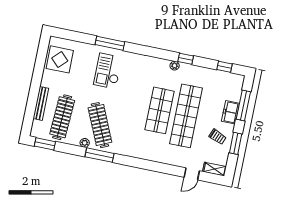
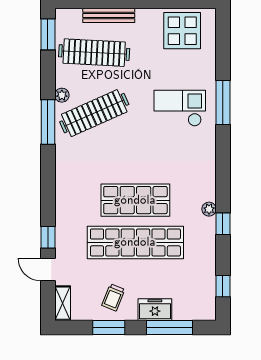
window: (172, 170) -> (48, 237), added

